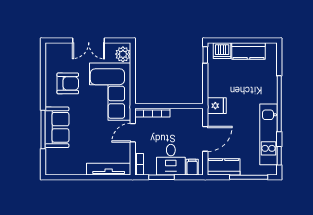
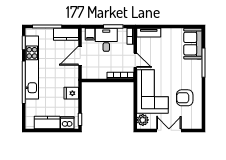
fridge: (217, 106) -> (71, 93), moved
sofa: (57, 127) -> (193, 44), moved
door: (133, 133) -> (135, 60), hinge flipped
kitchen unit: (268, 134) -> (32, 67), width x1.36
tv unit: (109, 169) -> (149, 33), width x0.71

